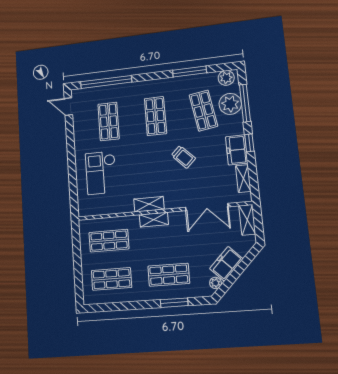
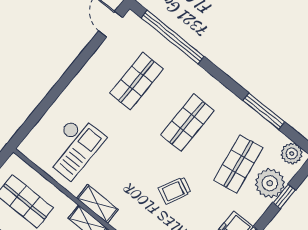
window: (245, 103) -> (284, 196), width x0.46
trolley: (183, 157) -> (175, 190), turned 70
checkout: (101, 173) -> (74, 147), moved, turned 180

